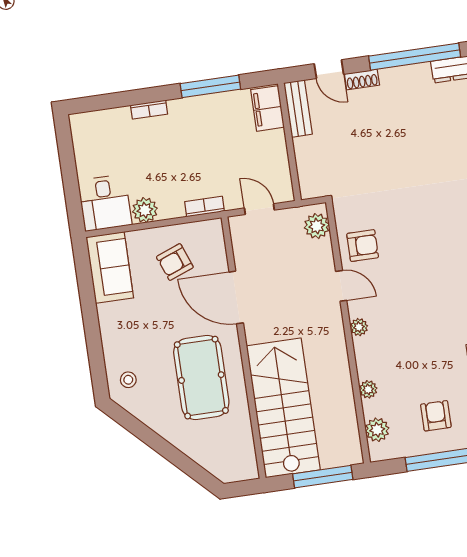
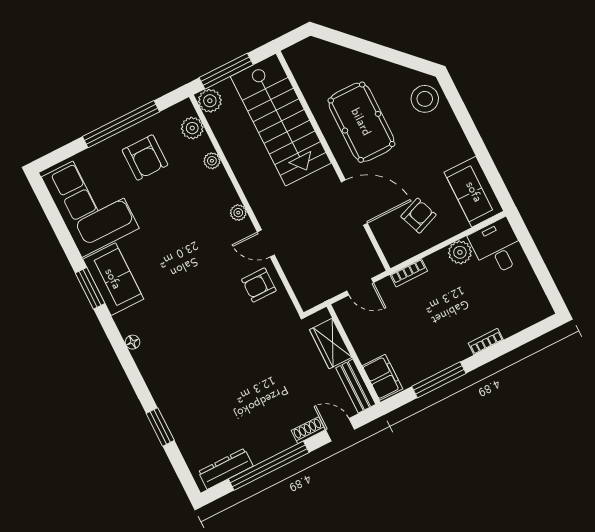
wardrobe: (309, 161) -> (331, 344), added
plant: (317, 226) -> (210, 101), moved
stool: (128, 380) -> (425, 99), width x1.89, depth x1.89
armchair: (436, 416) -> (145, 158), width x1.38, depth x1.38

